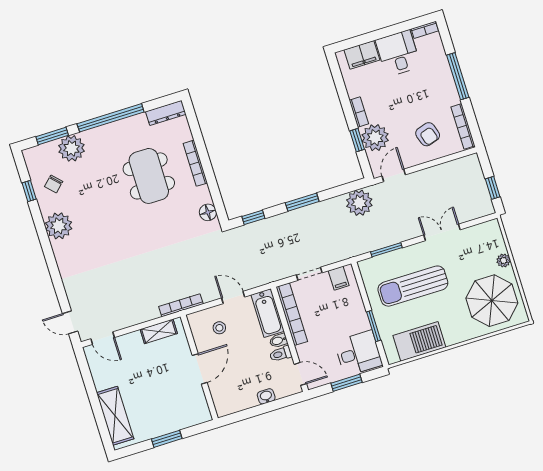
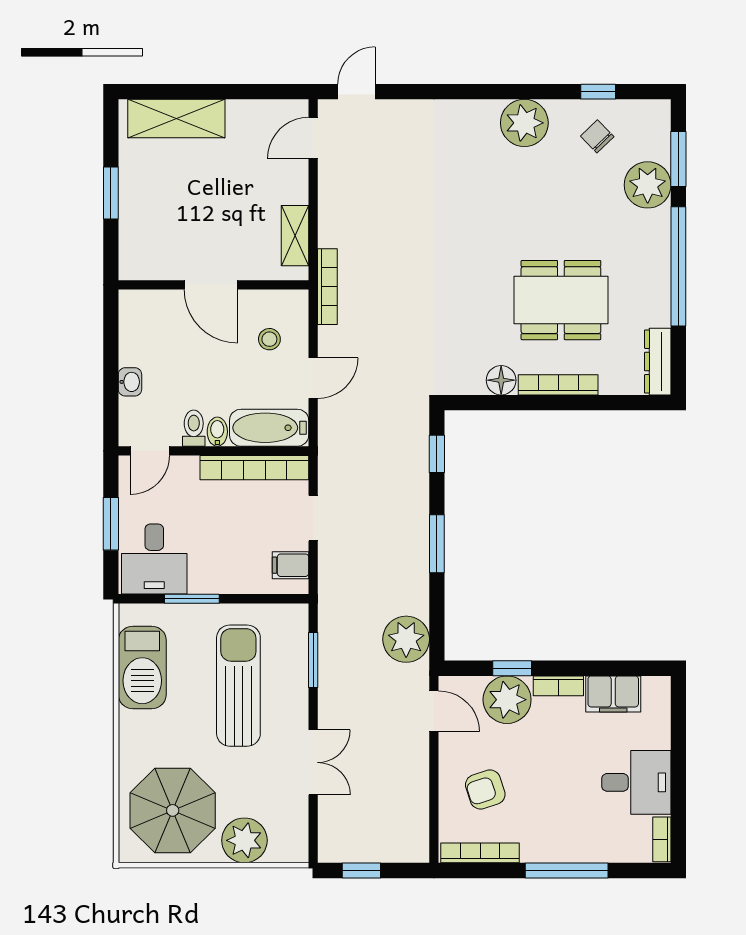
filing cabinet: (362, 55) -> (613, 694), moved, turned -90
floor lamp: (208, 212) -> (501, 380), moved
plant: (504, 260) -> (244, 840), width x1.87, depth x1.87

